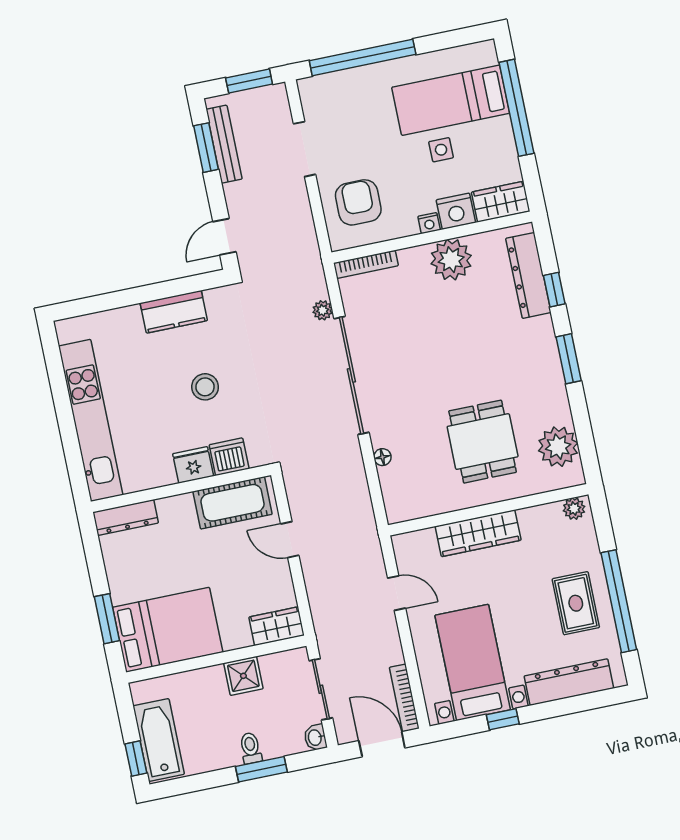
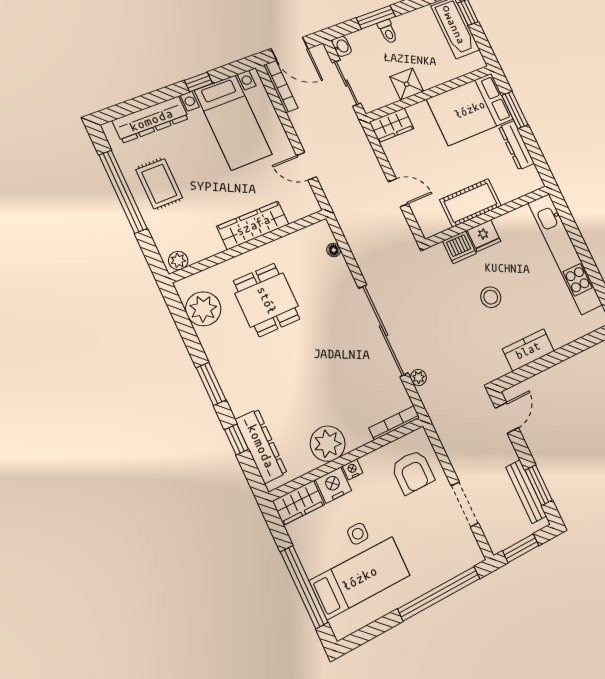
floor lamp: (382, 457) -> (334, 250), moved
cot: (232, 503) -> (471, 203), moved
dresser: (126, 517) -> (516, 145), moved, turned -90

